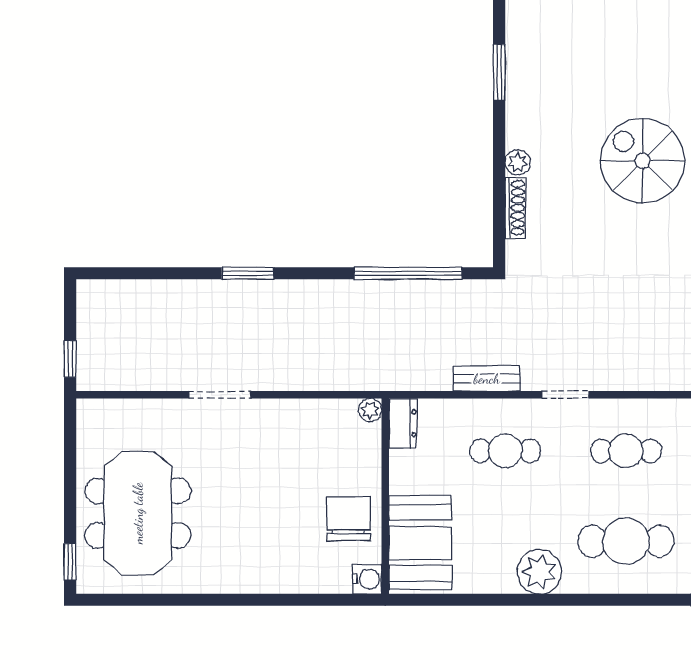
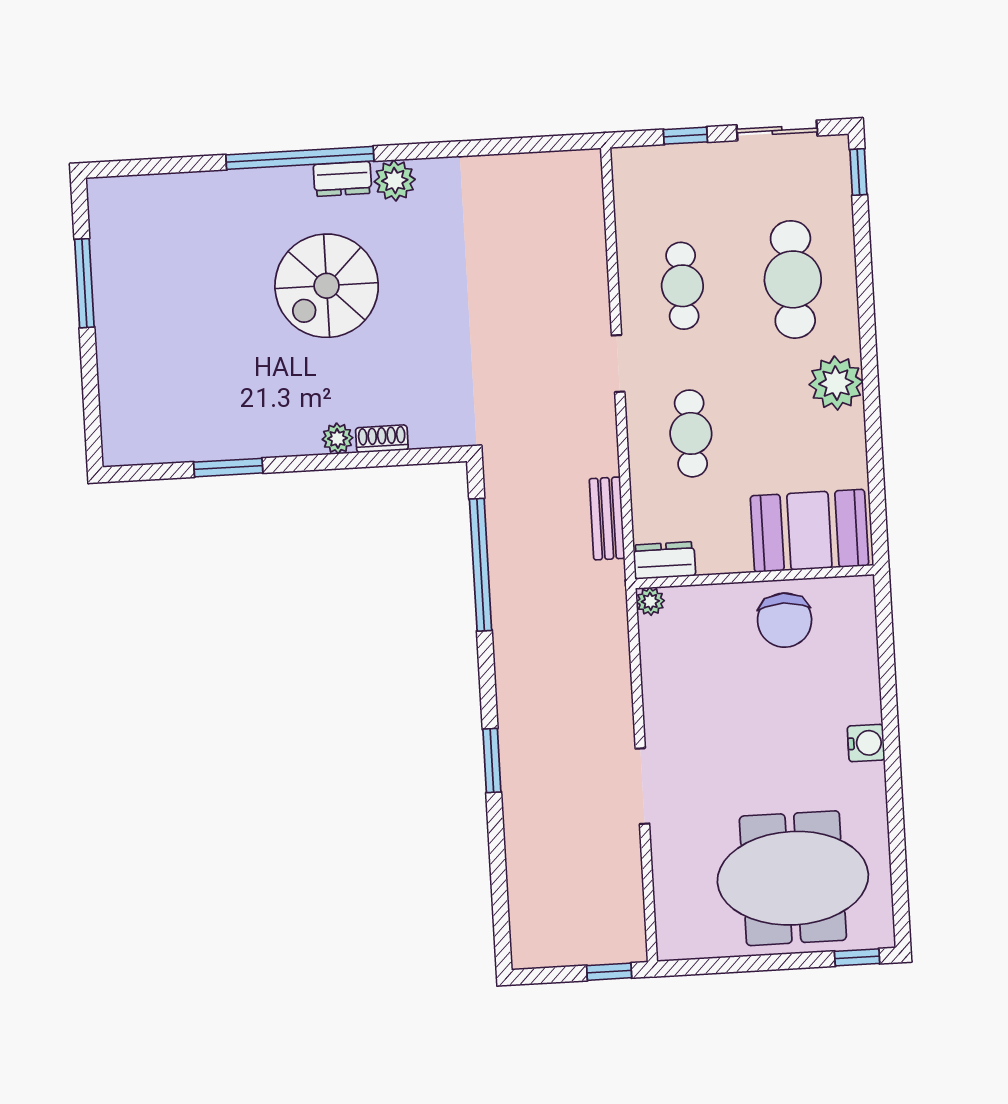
shoe rack: (515, 208) -> (382, 439), width x0.70
bench: (487, 379) -> (607, 518), moved
chair: (349, 519) -> (785, 620), turned -90
water cooler: (367, 579) -> (866, 743), moved, turned 90

